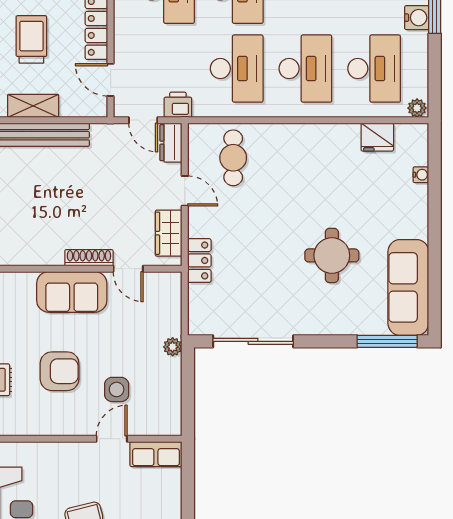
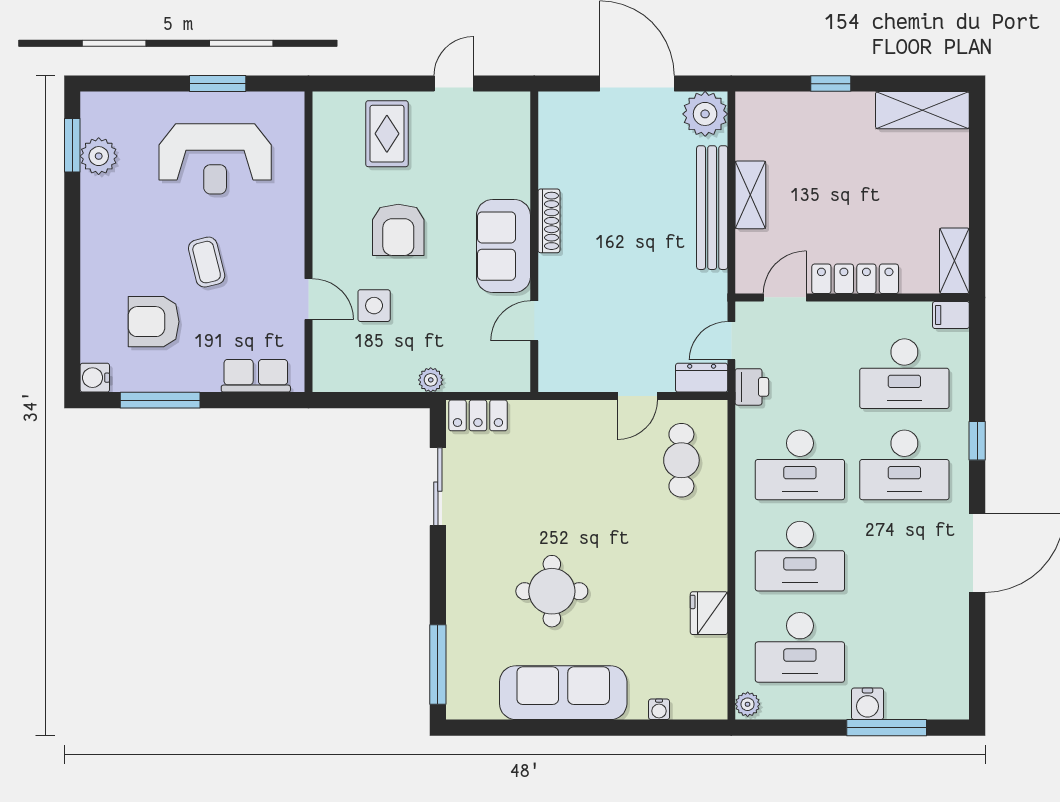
trolley: (31, 39) -> (839, 193), removed
fridge: (377, 137) -> (709, 613), moved
cafe table: (233, 158) -> (681, 460), turned 90
wardrobe: (169, 233) -> (582, 375), removed
shoe rack: (89, 258) -> (549, 221), moved
locker: (199, 260) -> (478, 415), moved
sofa: (408, 287) -> (563, 693), moved
sliding door: (253, 341) -> (438, 487), width x0.73
row of seats: (156, 454) -> (256, 376), moved, turned 90

